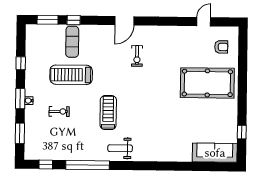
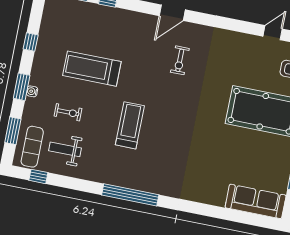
exercise mat: (72, 42) -> (32, 147), moved
weight bench: (120, 148) -> (65, 149), moved
window: (88, 165) -> (130, 195), moved

